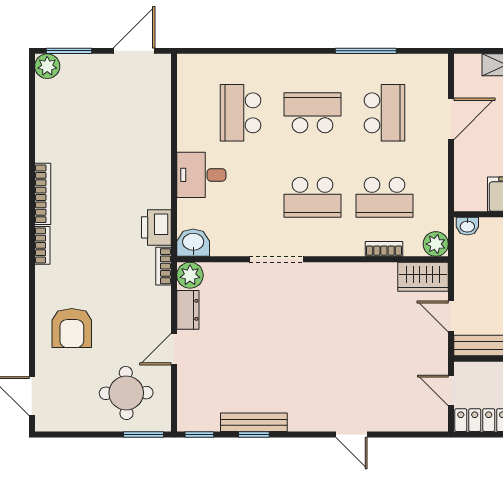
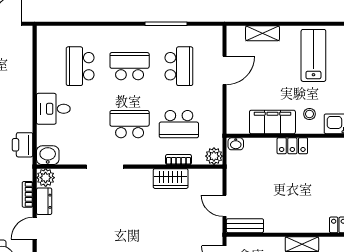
school desk: (312, 197) -> (130, 124), turned 180
bookcase: (164, 266) -> (27, 194), moved
wardrobe: (423, 277) -> (171, 179), moved

